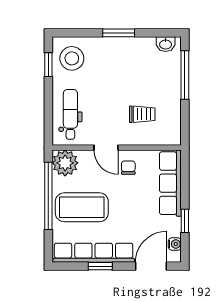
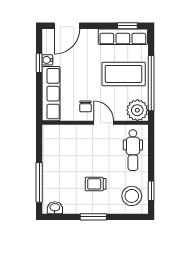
trolley: (142, 114) -> (96, 184), moved
water cooler: (175, 244) -> (47, 60), moved
row of seats: (94, 253) -> (123, 37), width x0.73
window: (100, 266) -> (127, 26), moved

